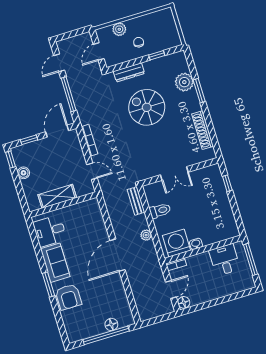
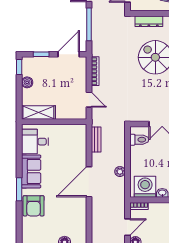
shelving: (57, 196) -> (38, 112), moved
bench: (136, 201) -> (96, 140), moved
toilet: (160, 211) -> (139, 140), moved

